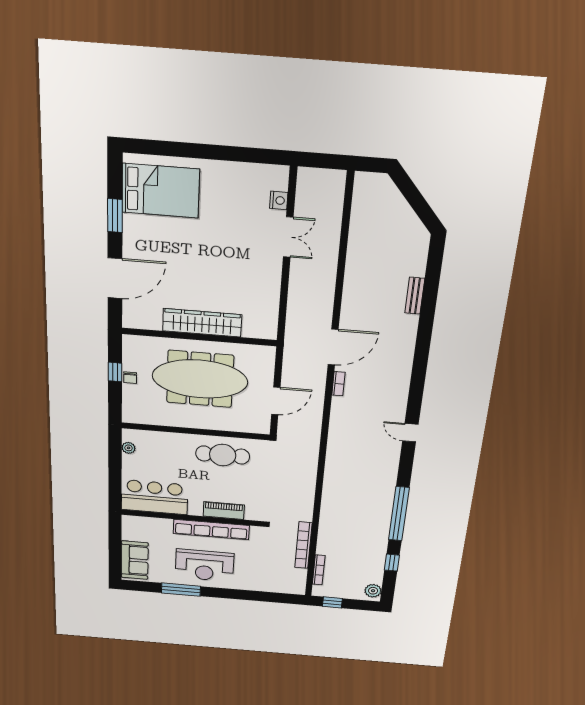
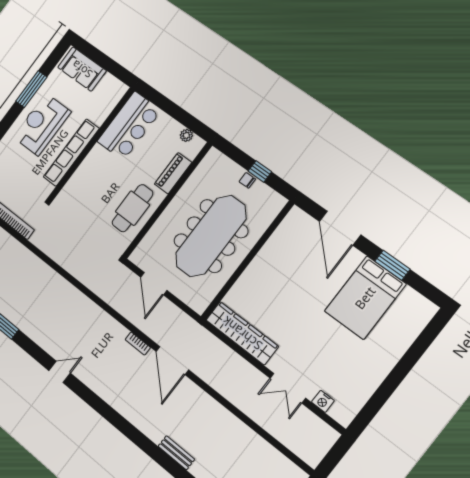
bed: (161, 191) -> (365, 298), moved
wardrobe: (202, 323) -> (242, 333), moved, turned -90
piano: (224, 511) -> (173, 173), moved, turned 180

